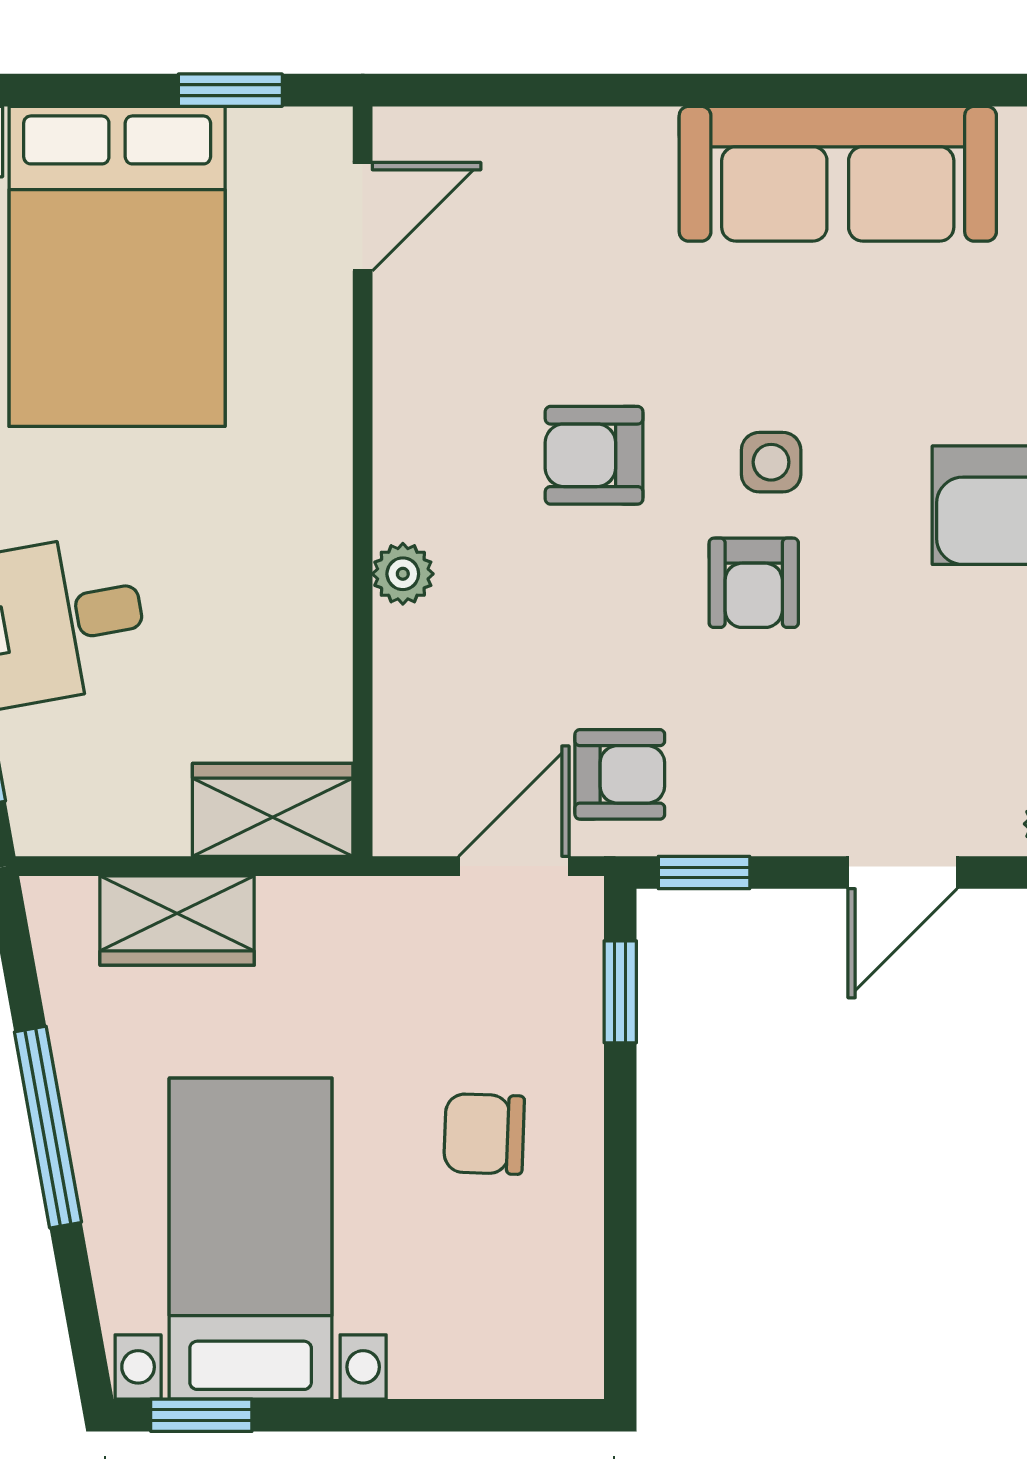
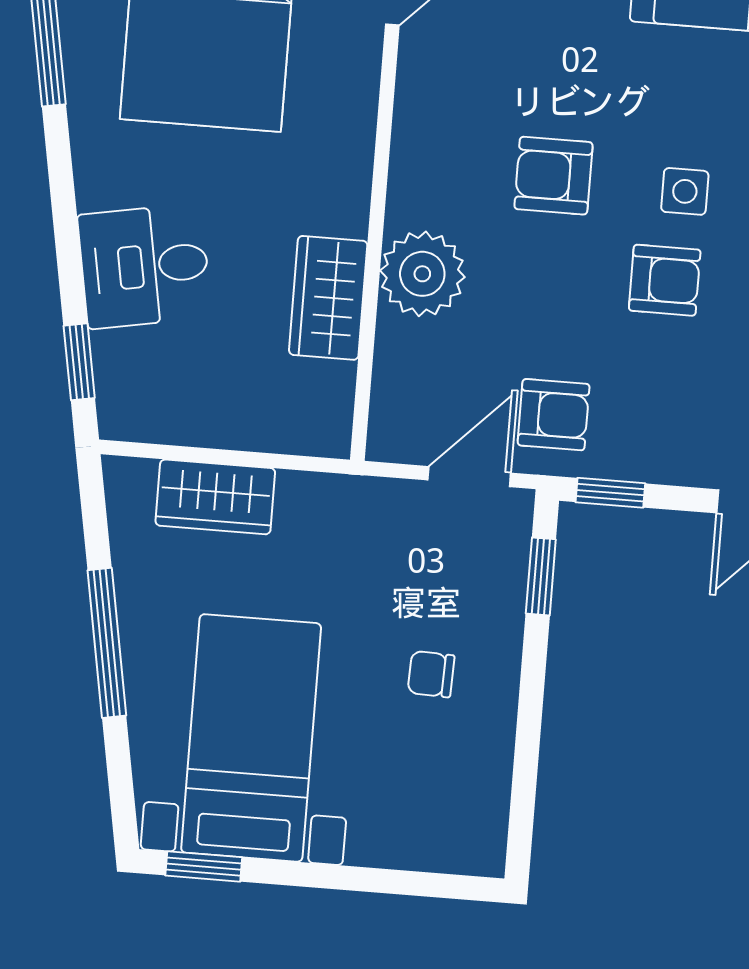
plant: (403, 574) -> (422, 274), width x1.87, depth x1.87
armchair: (754, 583) -> (665, 280), turned -90
wardrobe: (273, 810) -> (328, 298), moved, turned -90
chair: (484, 1134) -> (431, 674), width x0.73, depth x0.73

